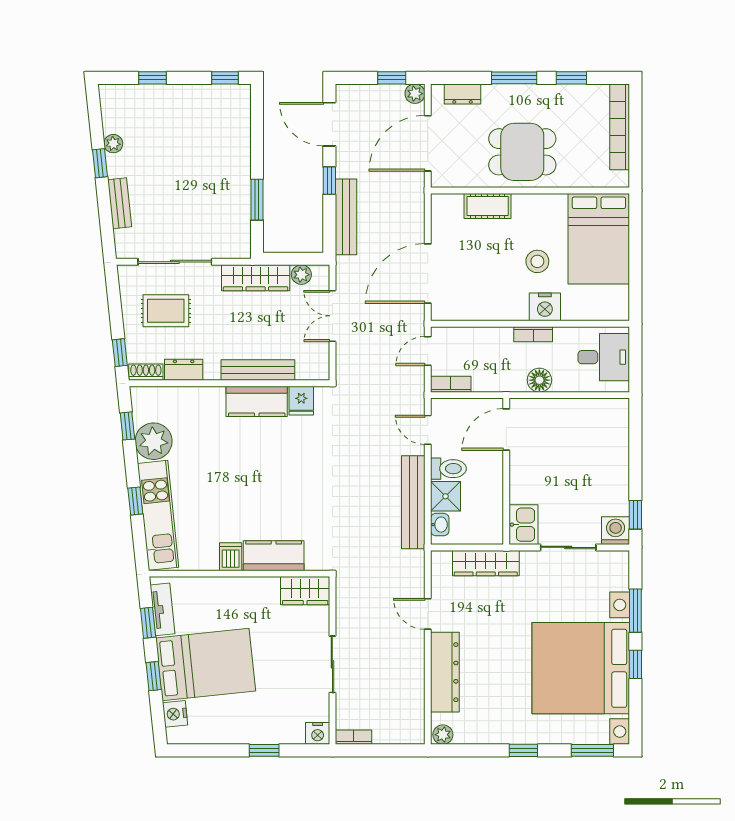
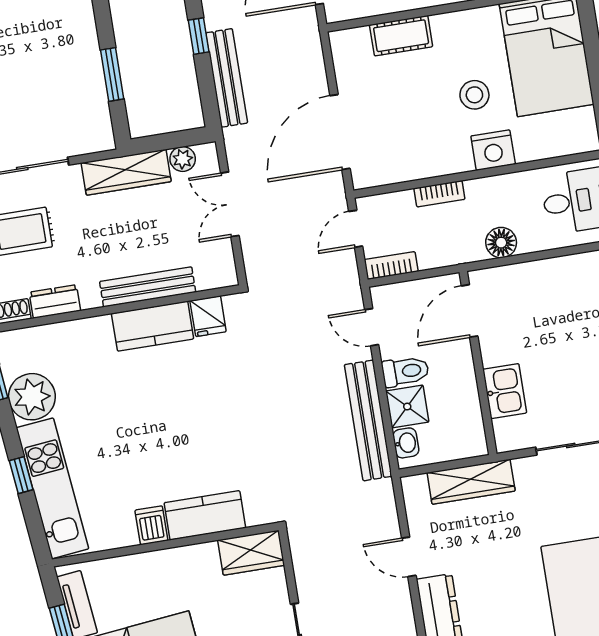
bookcase: (533, 334) -> (439, 194), moved
kitchen sink: (523, 525) -> (505, 391), moved

